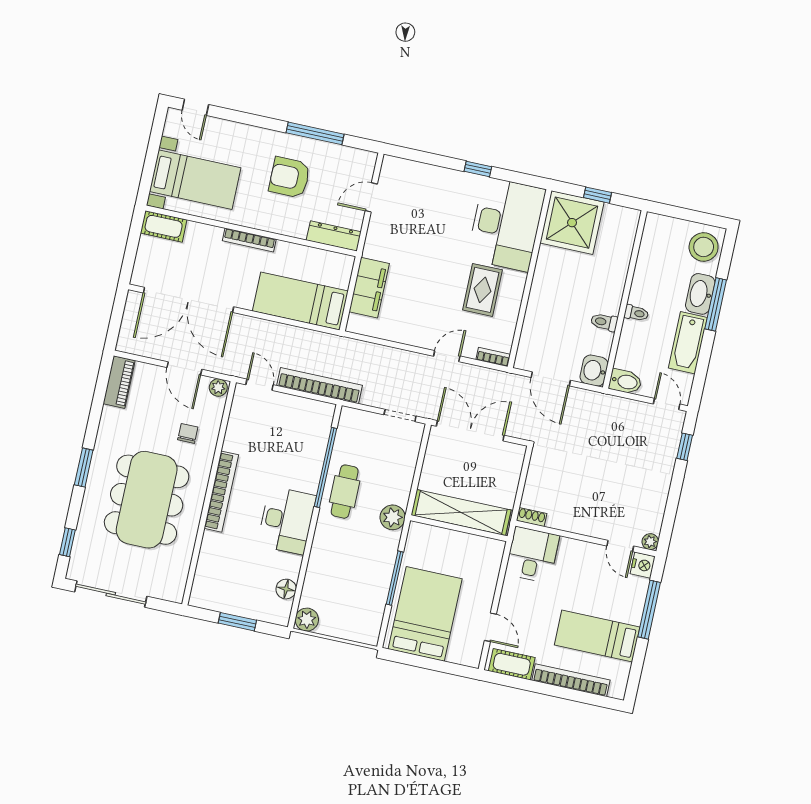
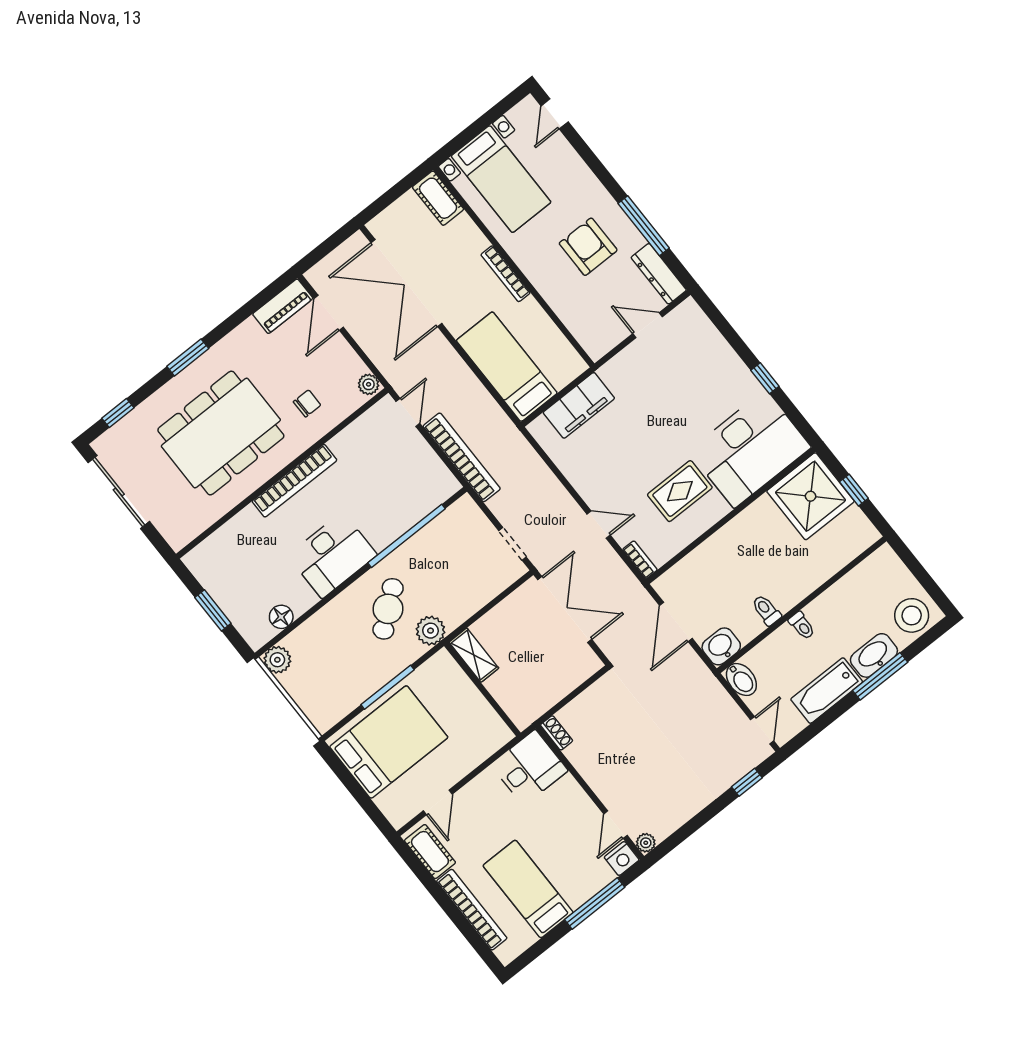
dresser: (334, 236) -> (659, 274), moved, turned 180
door: (184, 368) -> (329, 313), moved
cafe table: (345, 492) -> (388, 609), moved, turned -39
shelving: (461, 513) -> (474, 655), width x0.45, depth x0.75

